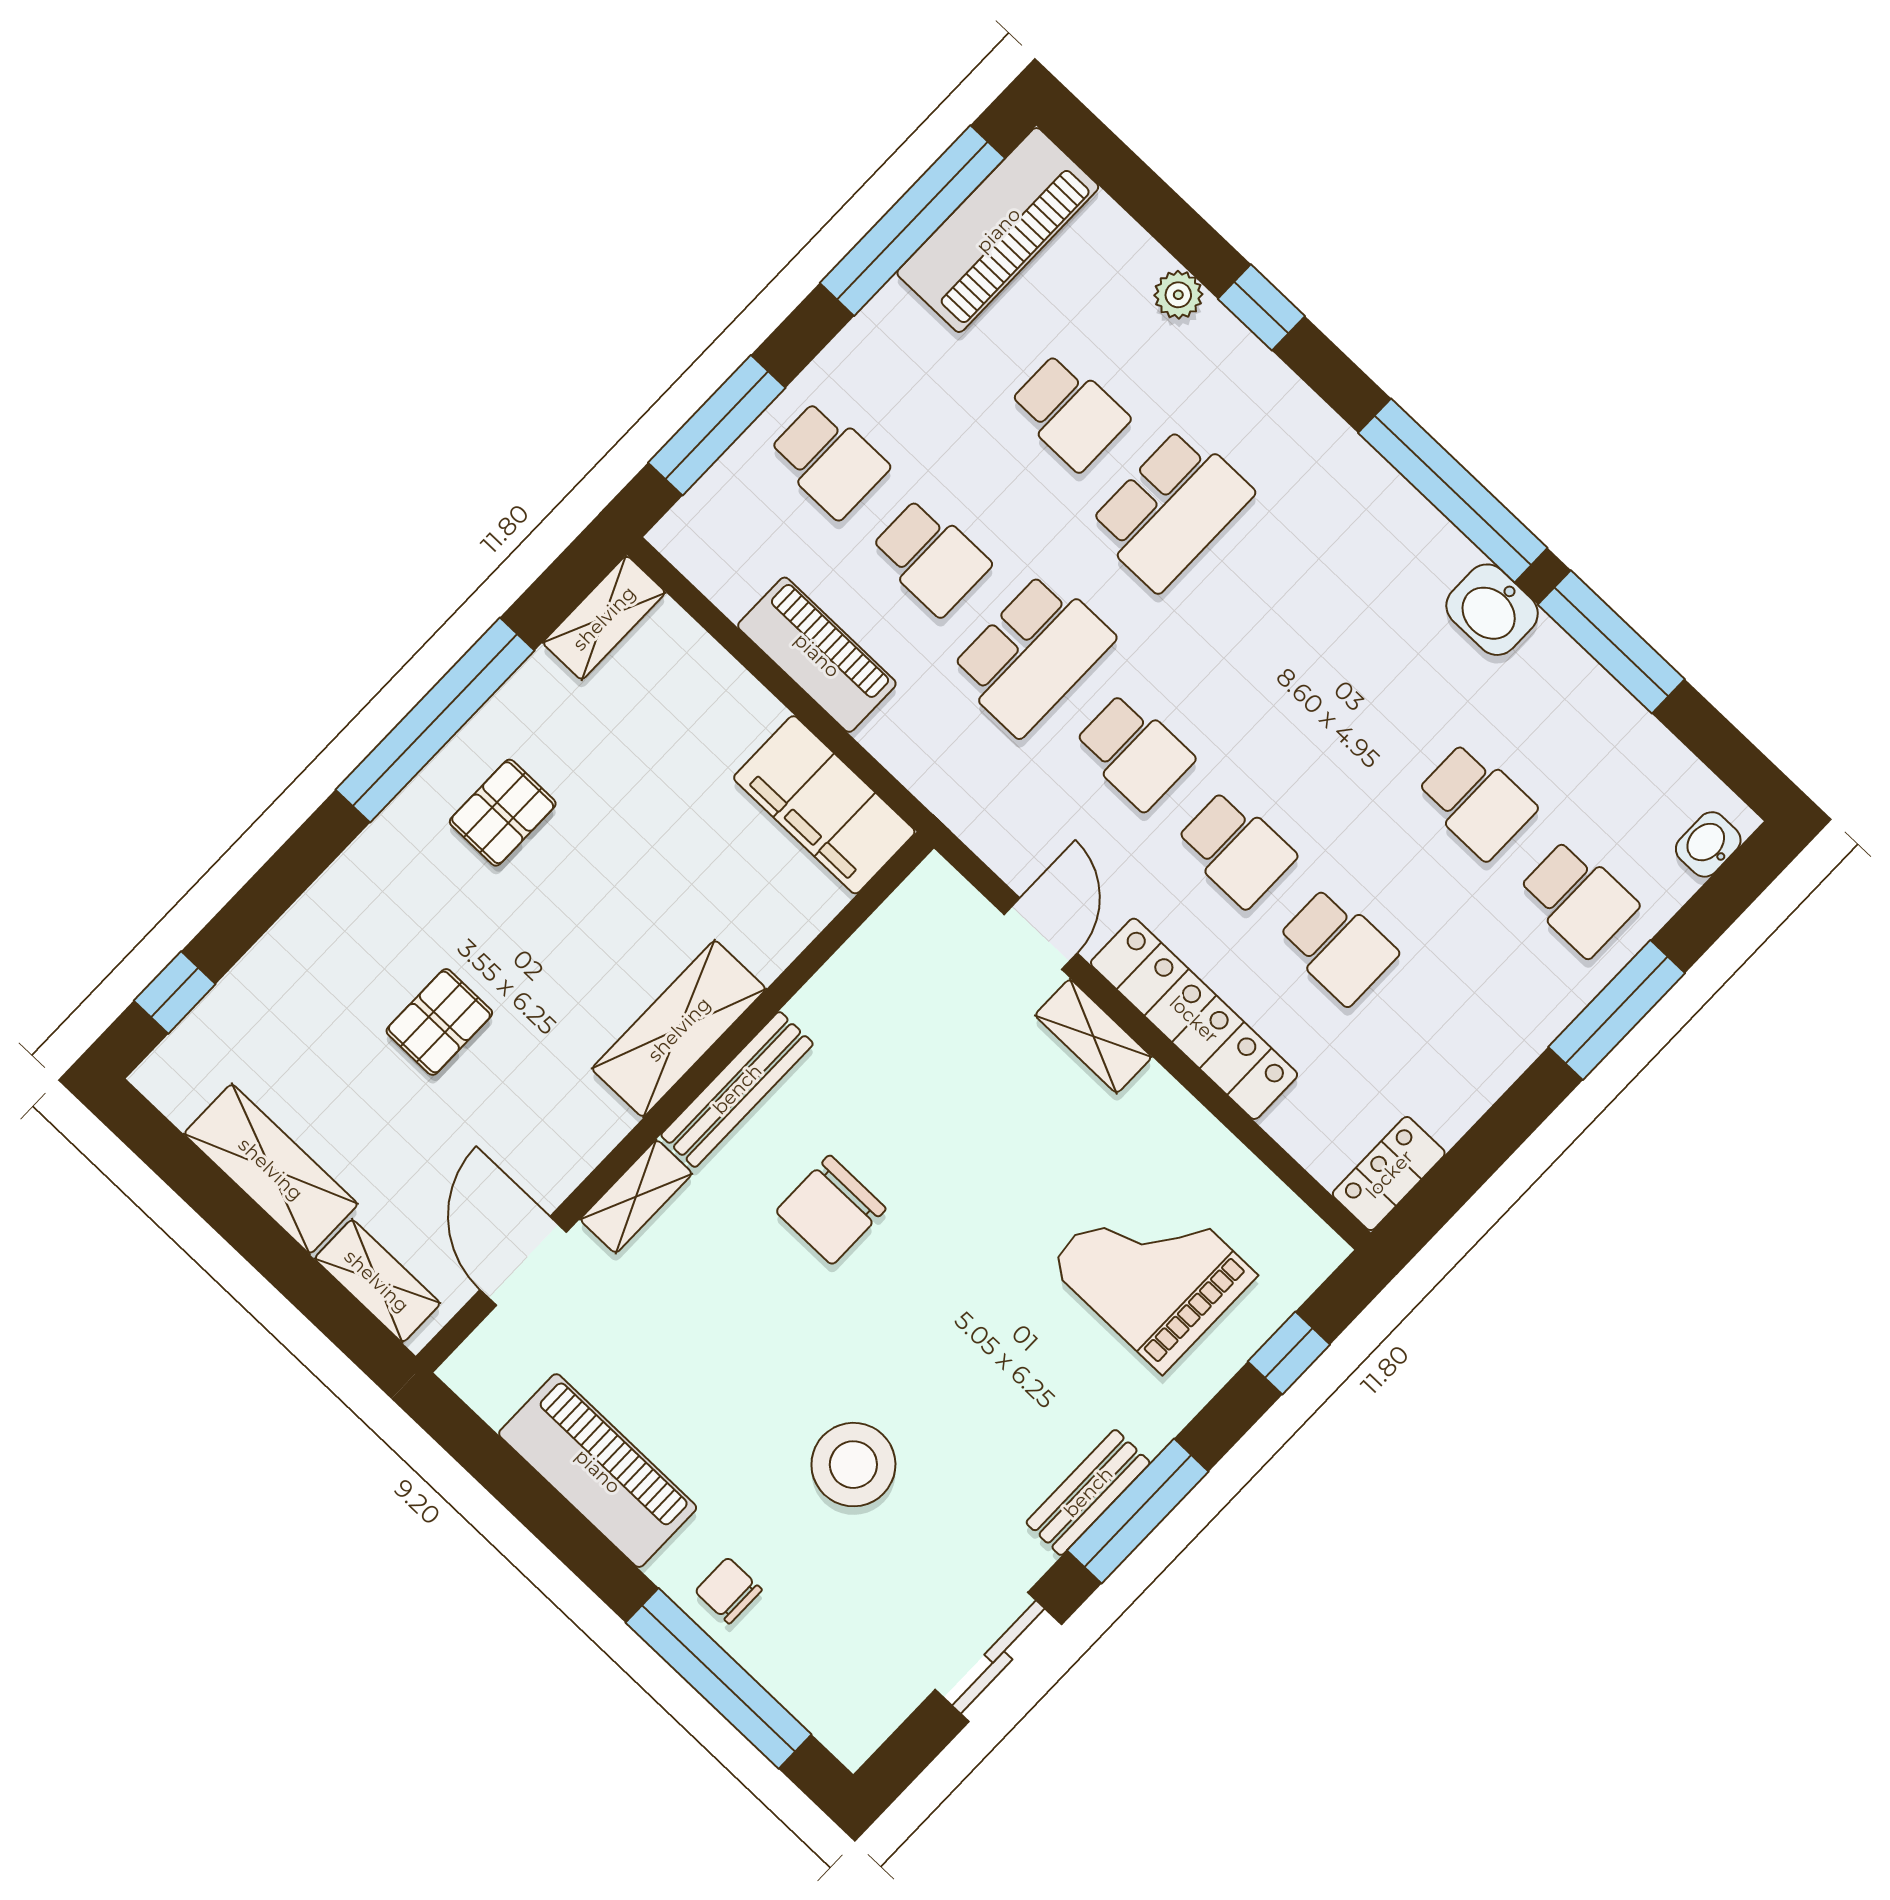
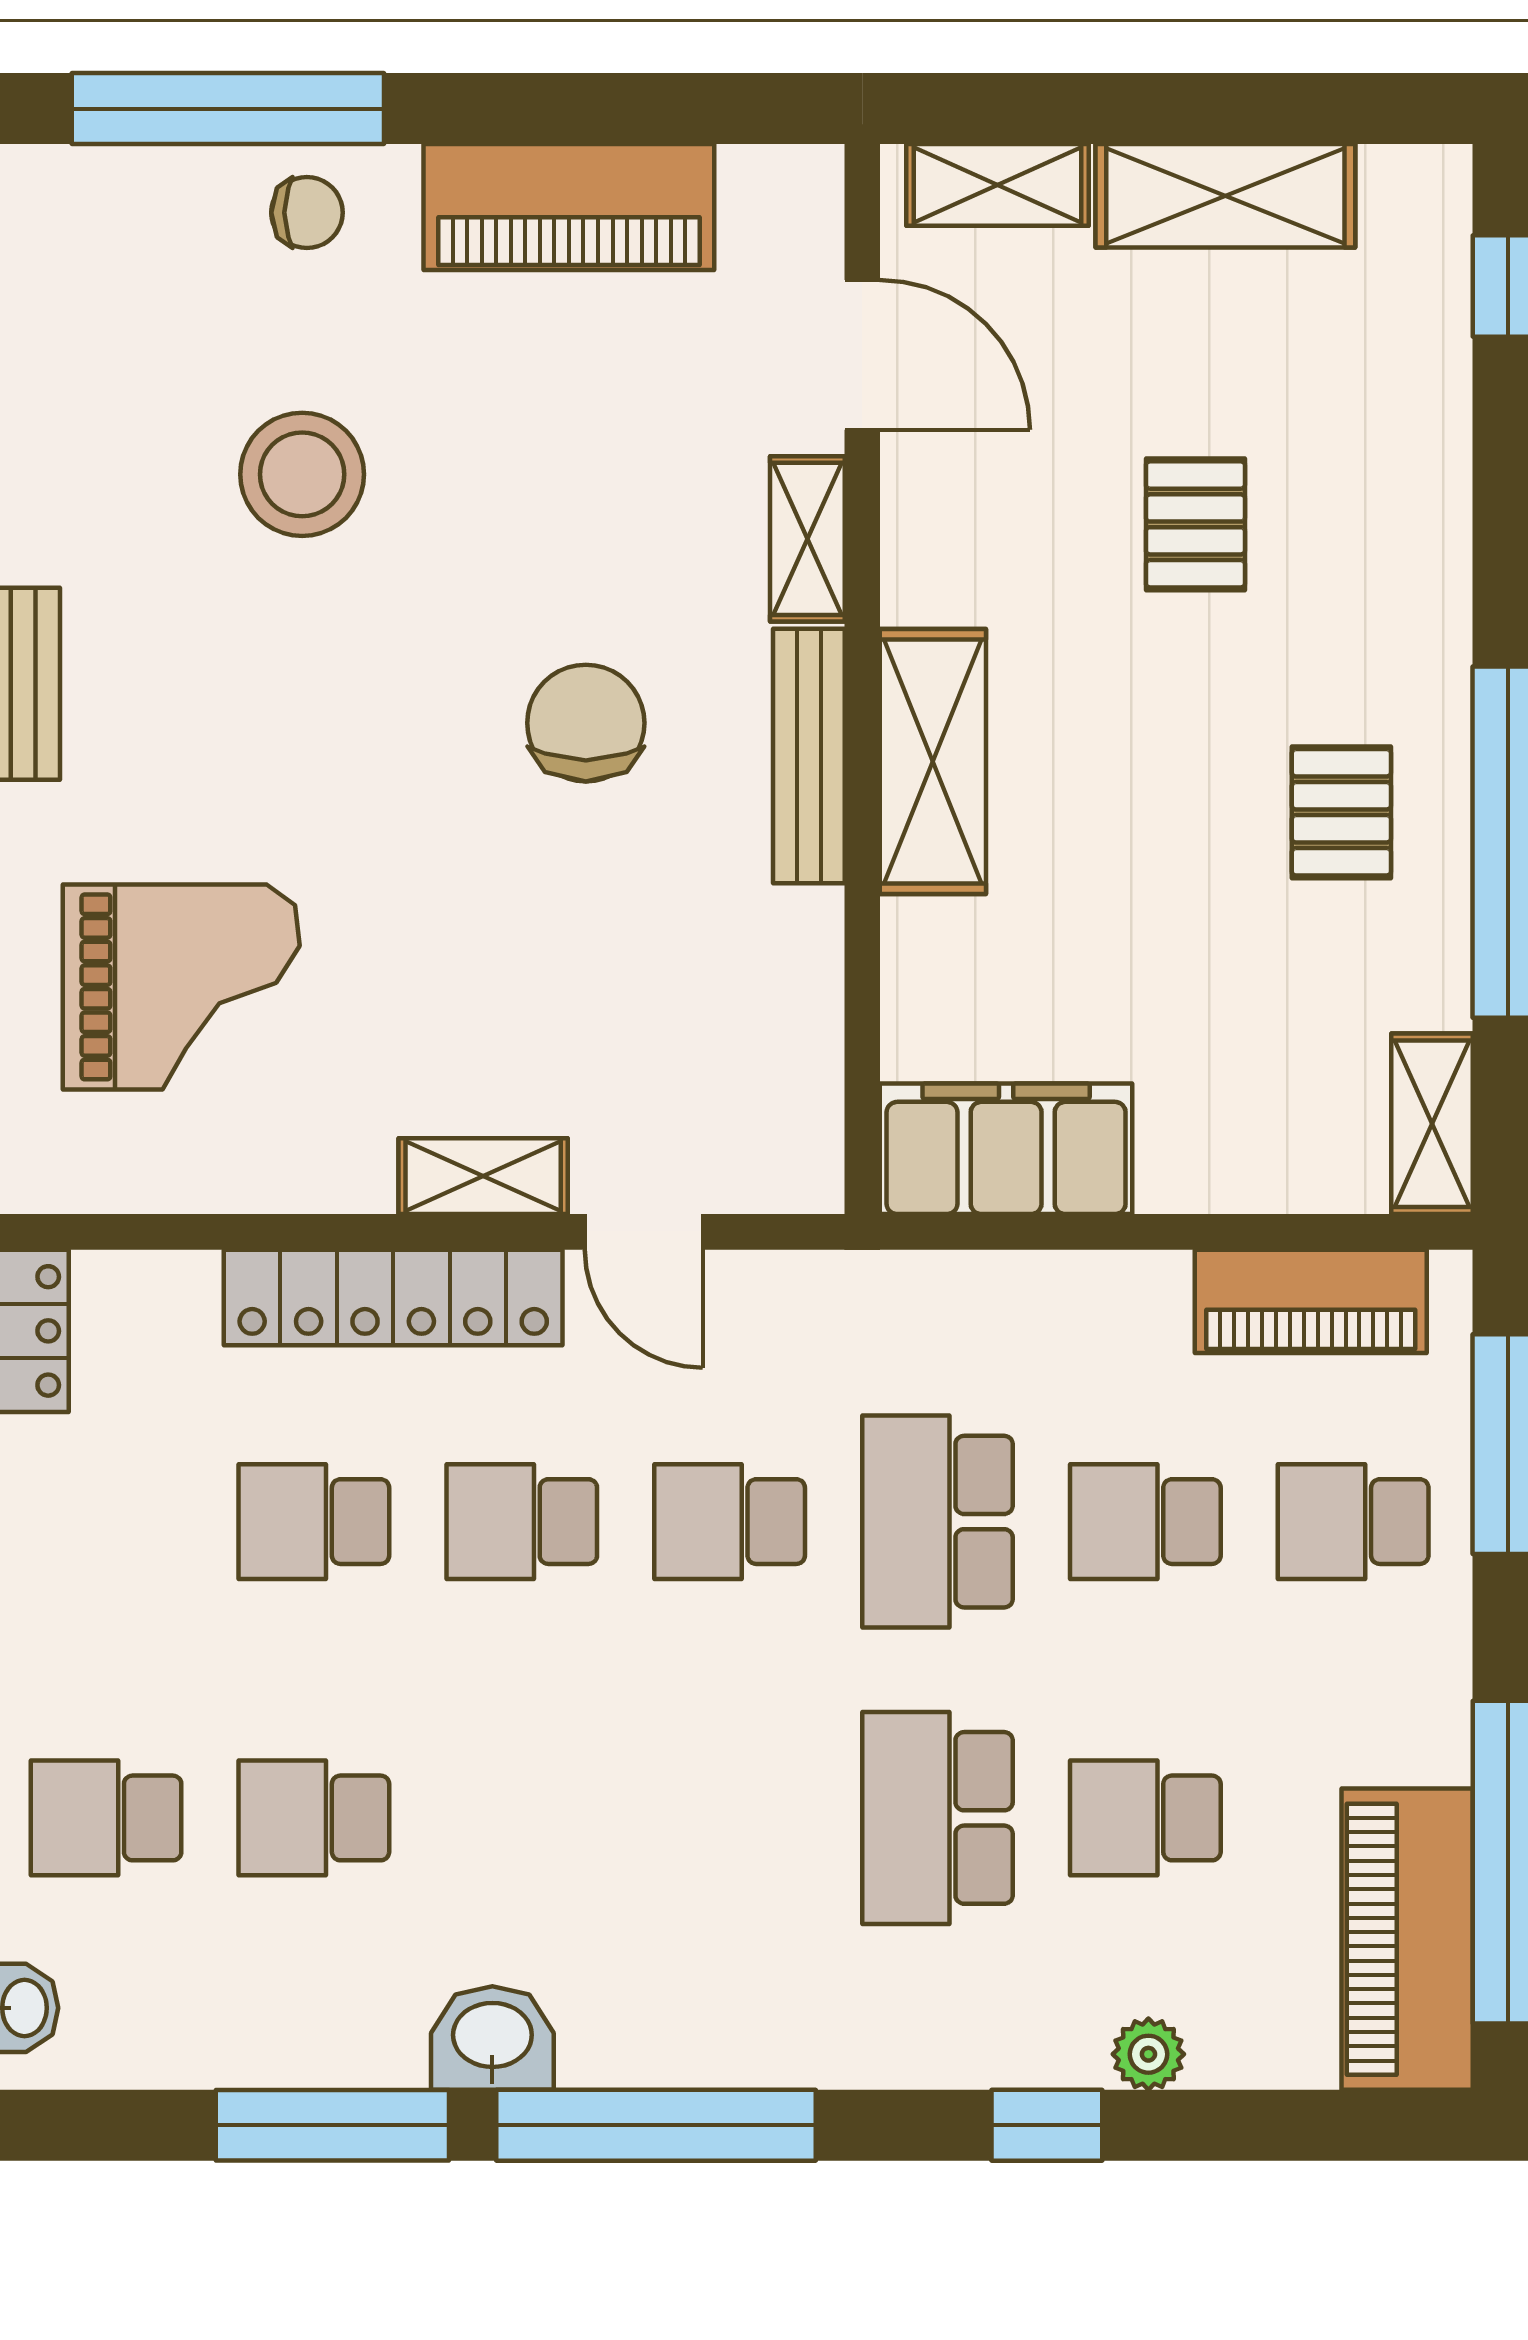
piano: (817, 655) -> (1311, 1301), moved

